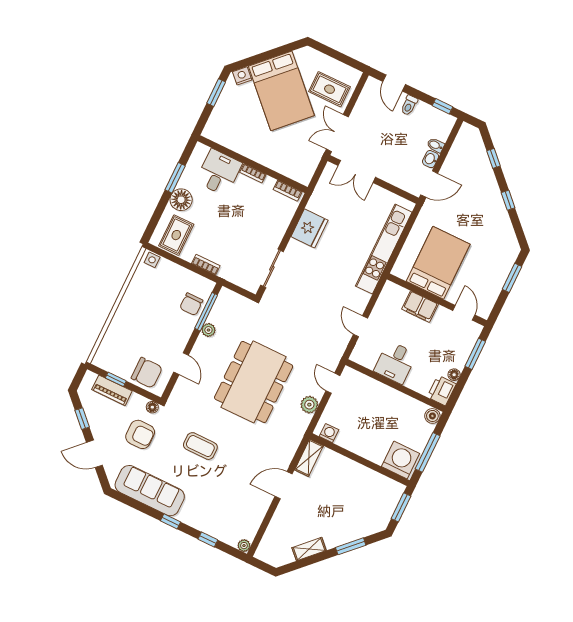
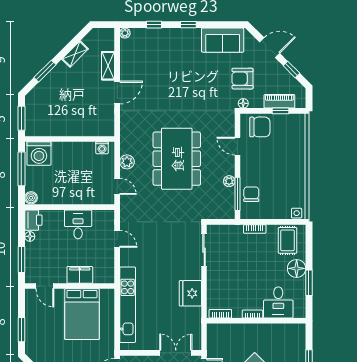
chair: (147, 373) -> (260, 127), turned 180
coffee table: (200, 446) -> (193, 92), removed
shelving: (309, 458) -> (108, 66), moved
sofa: (150, 491) -> (223, 40), width x0.73

